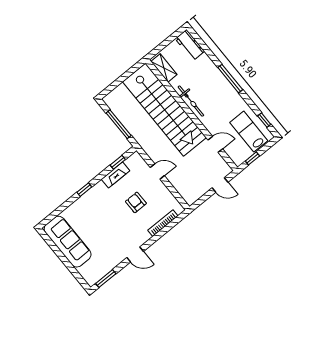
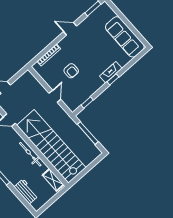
workbench: (190, 45) -> (26, 191), moved
door: (157, 172) -> (55, 96), swing flipped
fireplace: (116, 175) -> (111, 72), moved

